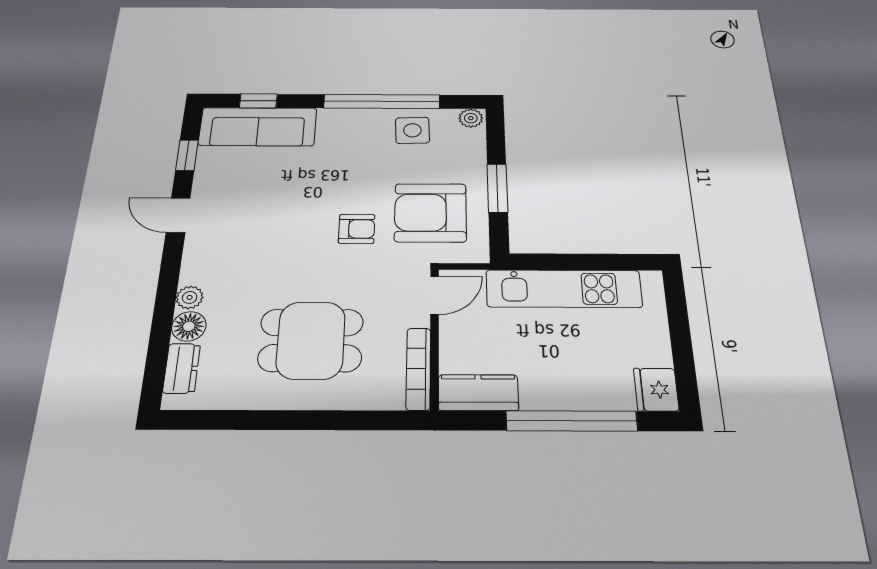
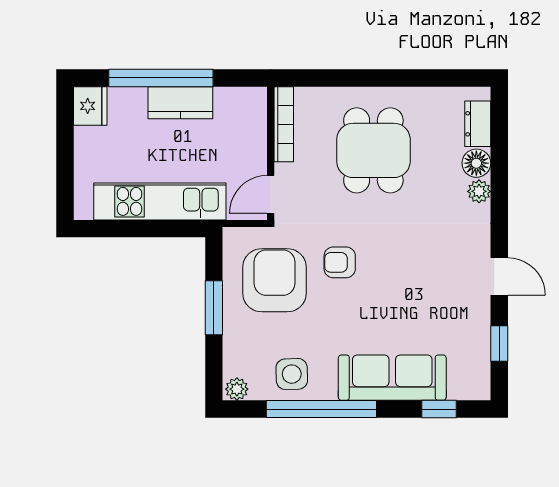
sofa: (258, 127) -> (392, 378), moved
armchair: (430, 213) -> (275, 280), turned -90
dining table: (311, 340) -> (373, 150), turned 90
kitchen counter: (478, 393) -> (180, 103), moved

